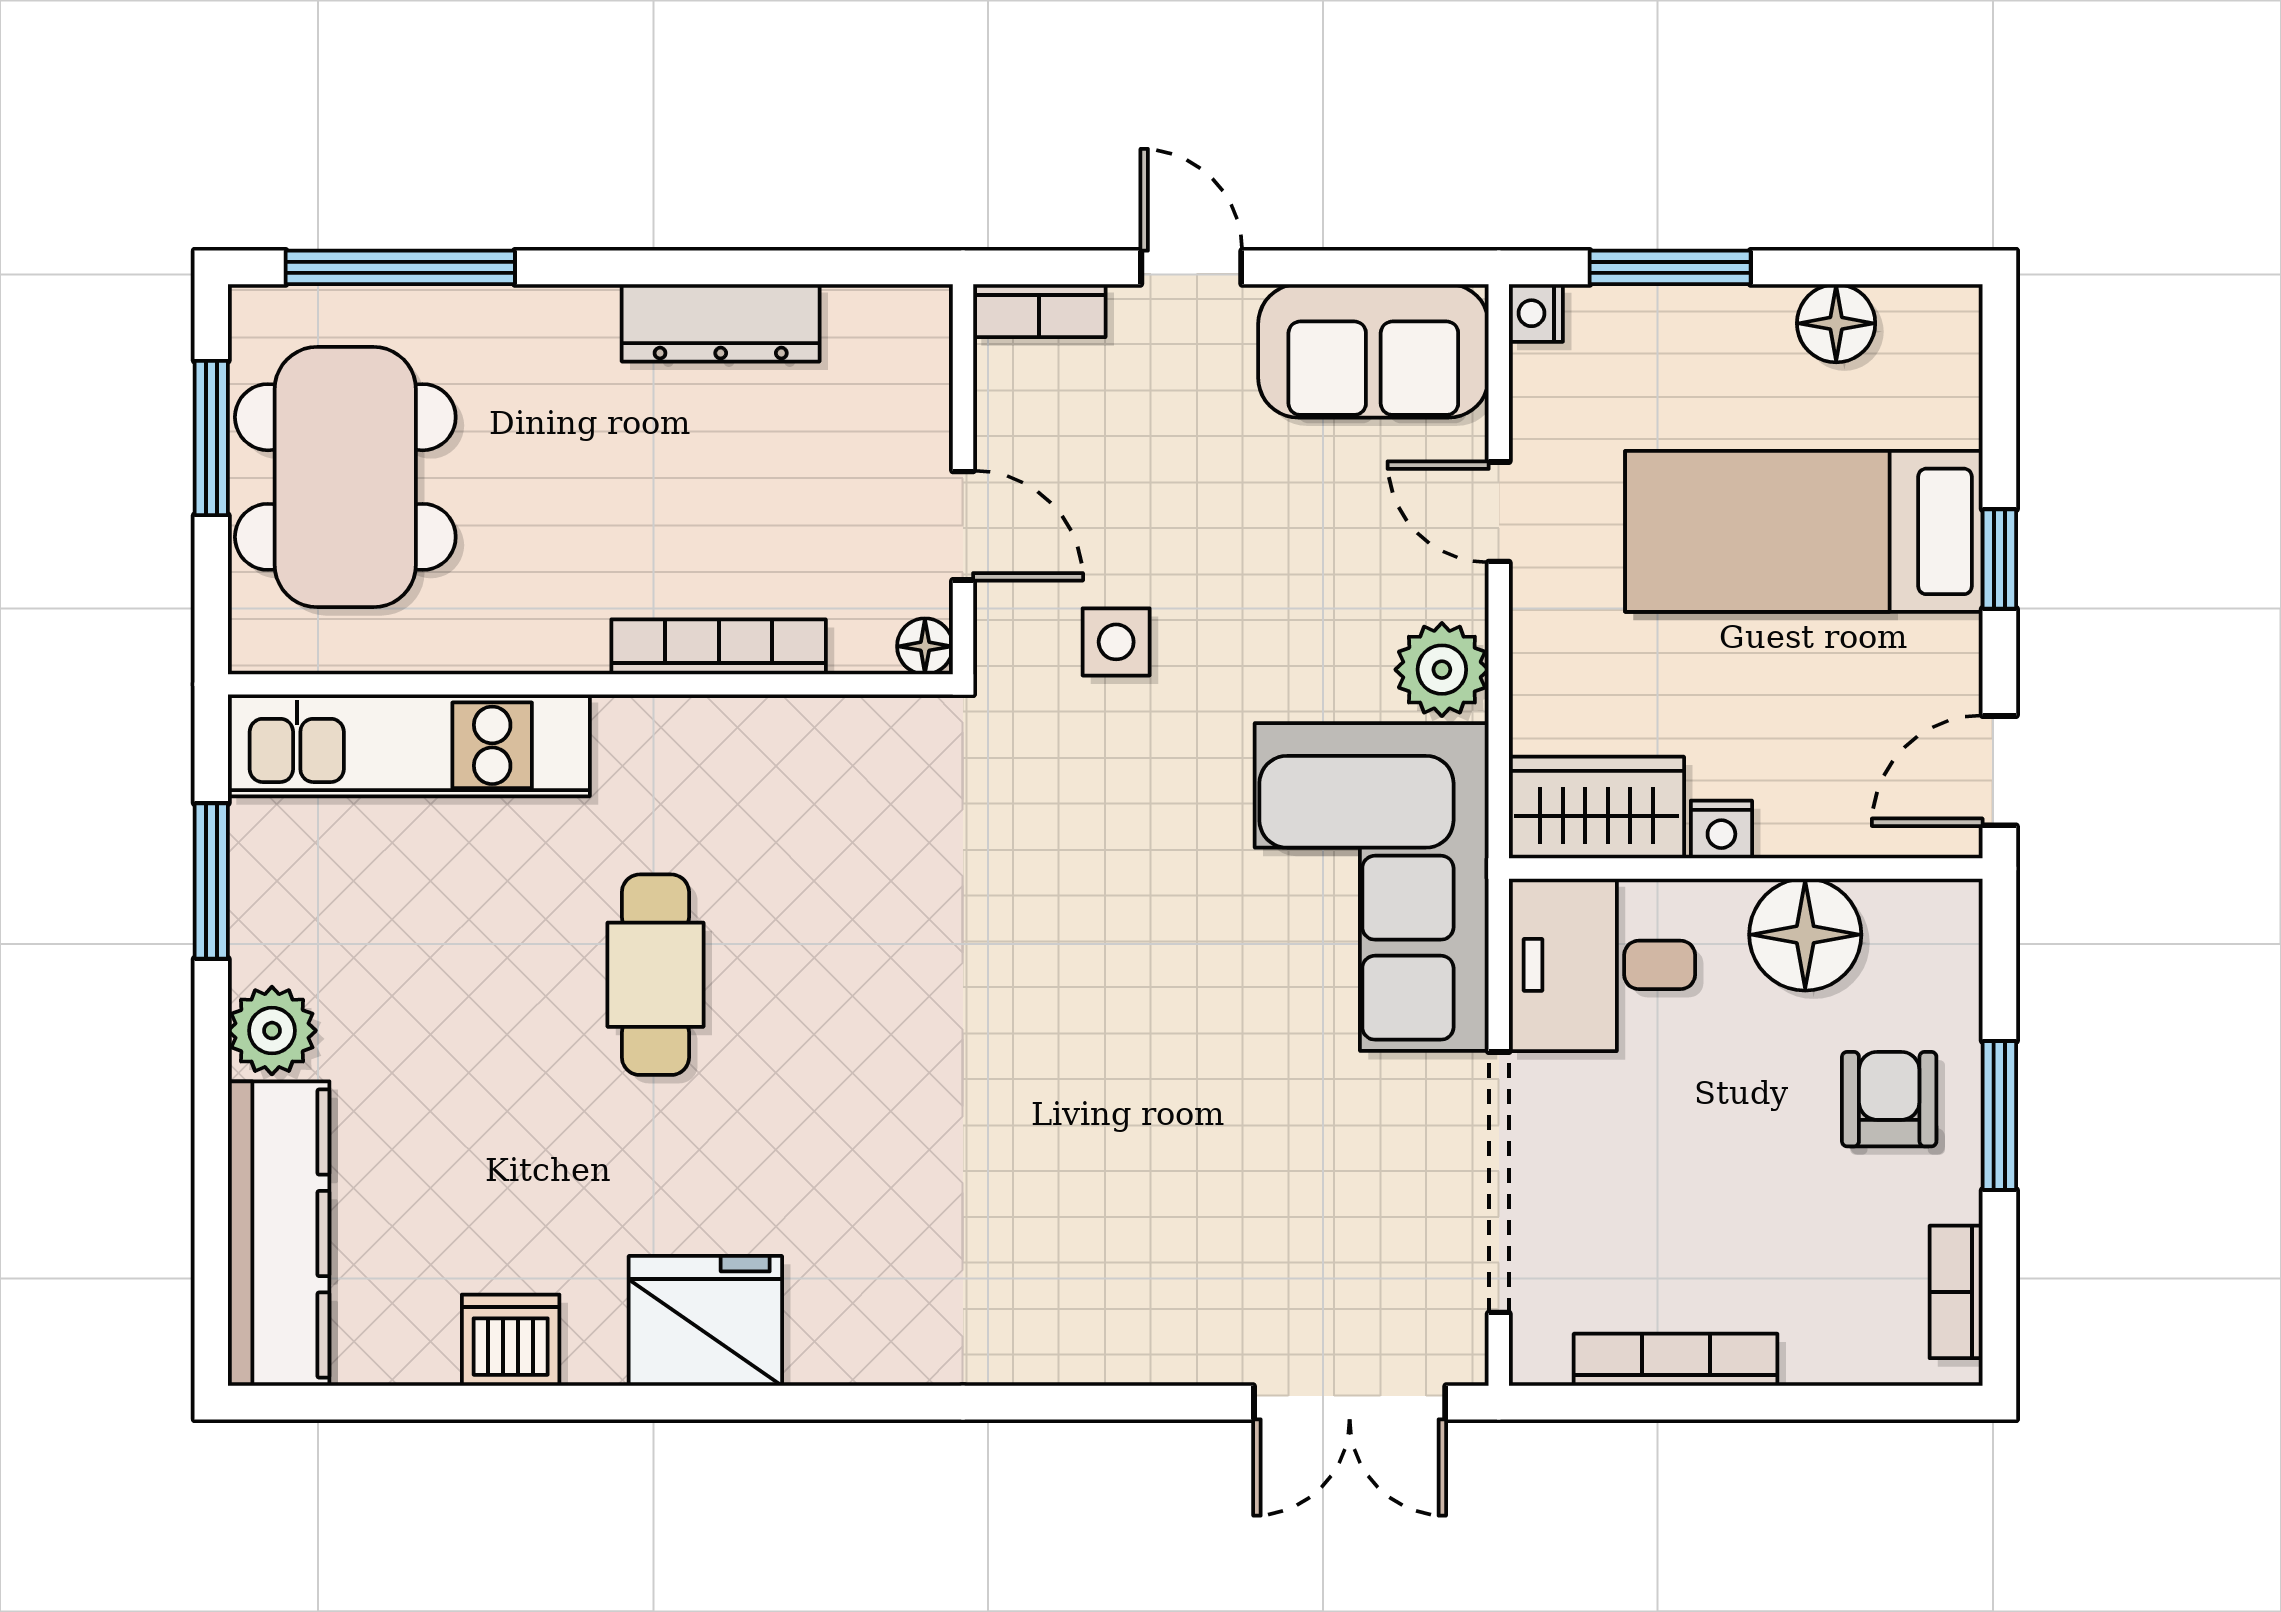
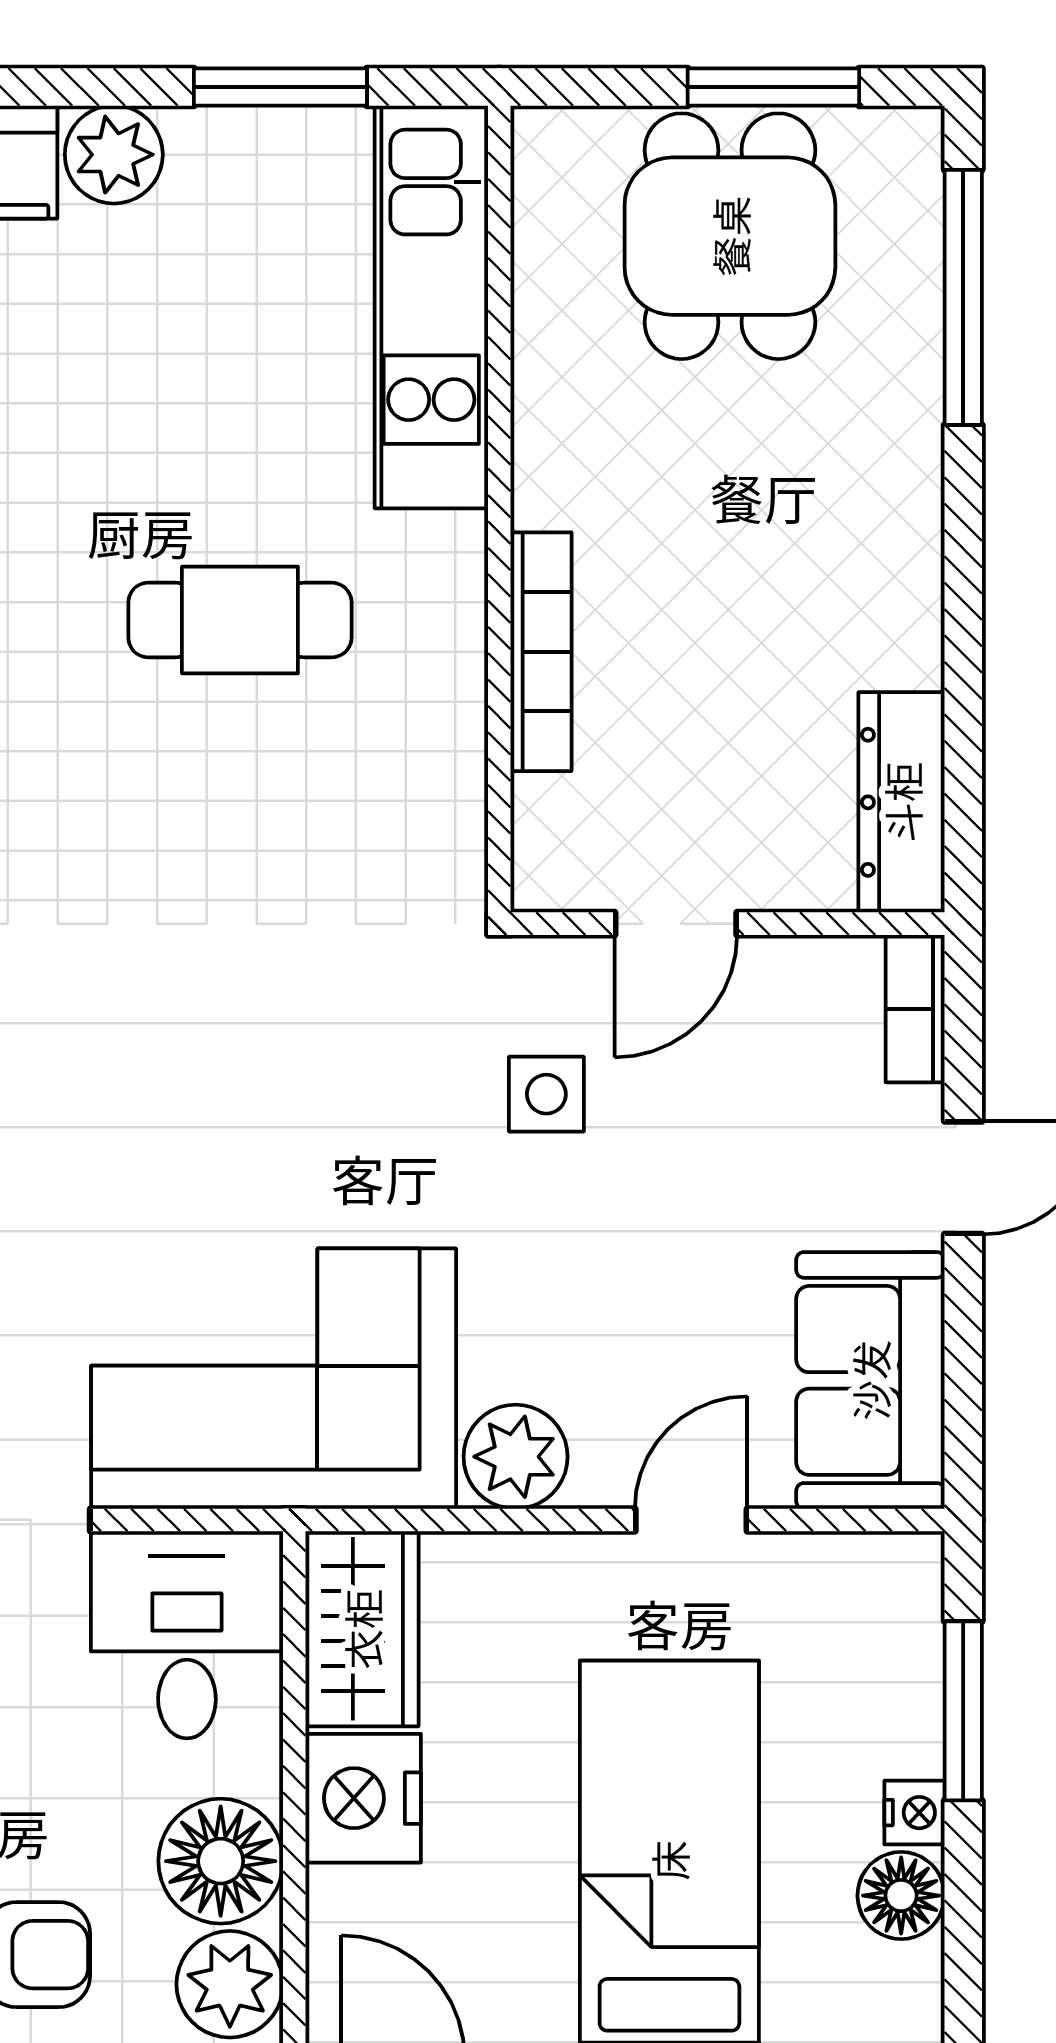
nightstand: (1536, 313) -> (914, 1813), moved, turned 90
dresser: (721, 323) -> (902, 802), moved
dining table: (345, 477) -> (730, 236), width x0.73
floor lamp: (925, 646) -> (542, 881), removed
nightstand: (1721, 829) -> (363, 1798), width x1.89, depth x1.79
plant: (1916, 926) -> (230, 1984), added
cafe table: (655, 975) -> (240, 620), moved

